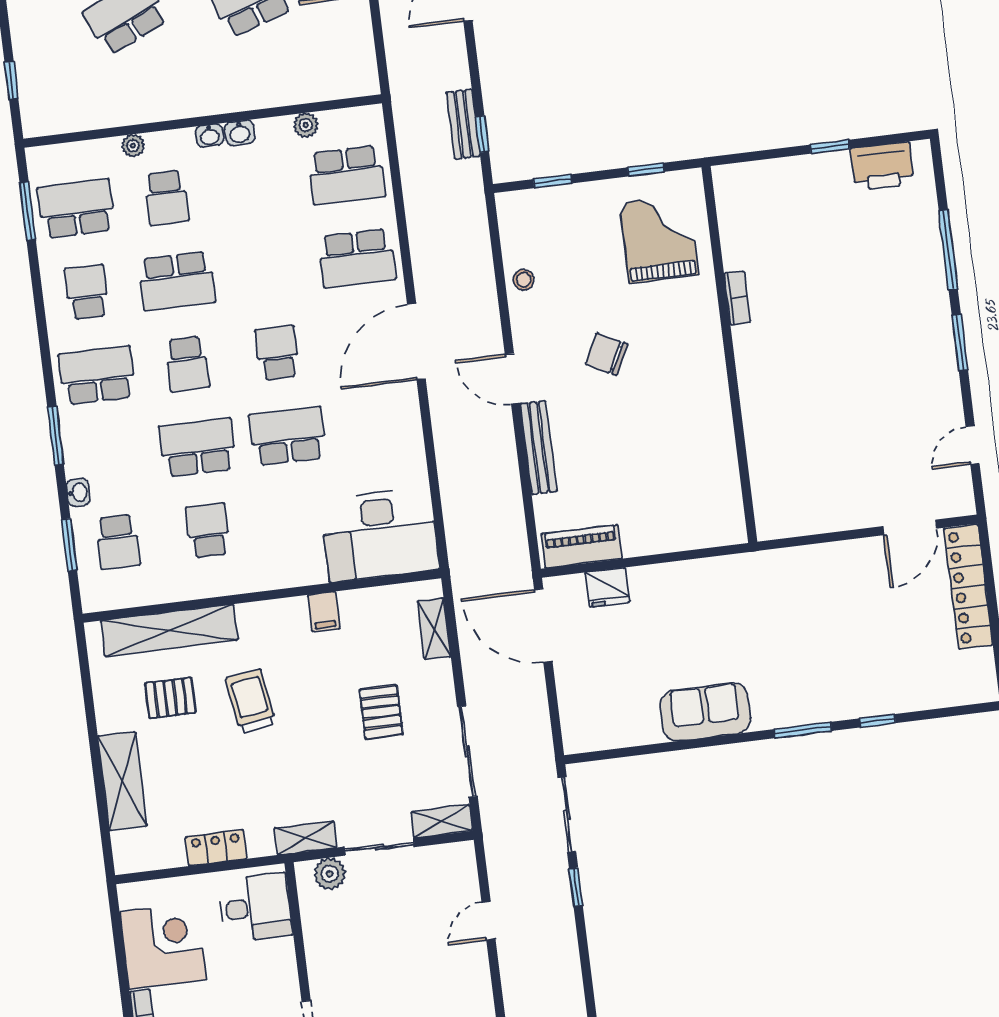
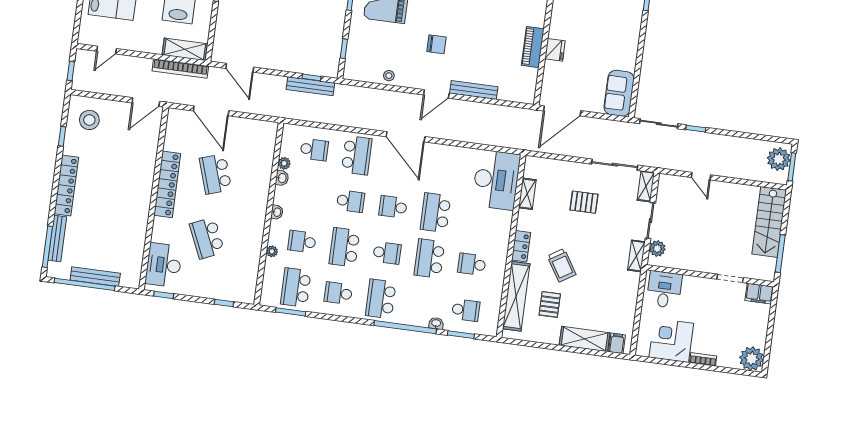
bench: (463, 124) -> (310, 86), width x1.36
washbasin: (240, 133) -> (282, 178), moved
school desk: (347, 175) -> (314, 150), width x0.54
school desk: (166, 198) -> (302, 242), turned 180
school desk: (267, 270) -> (351, 201), added
school desk: (177, 281) -> (344, 247), turned 180
chair: (607, 354) -> (436, 44), turned -117
window: (56, 436) -> (405, 327), width x2.11
piano: (581, 546) -> (533, 47), moved
fridge: (607, 587) -> (555, 50), moved
filing cabinet: (324, 612) -> (617, 343), moved, turned -90
shelving: (434, 629) -> (527, 194), moved, turned 90
trolley: (251, 701) -> (562, 265), turned -113
sofa: (705, 712) -> (619, 93), moved
locker: (216, 848) -> (521, 246), moved, turned 180

